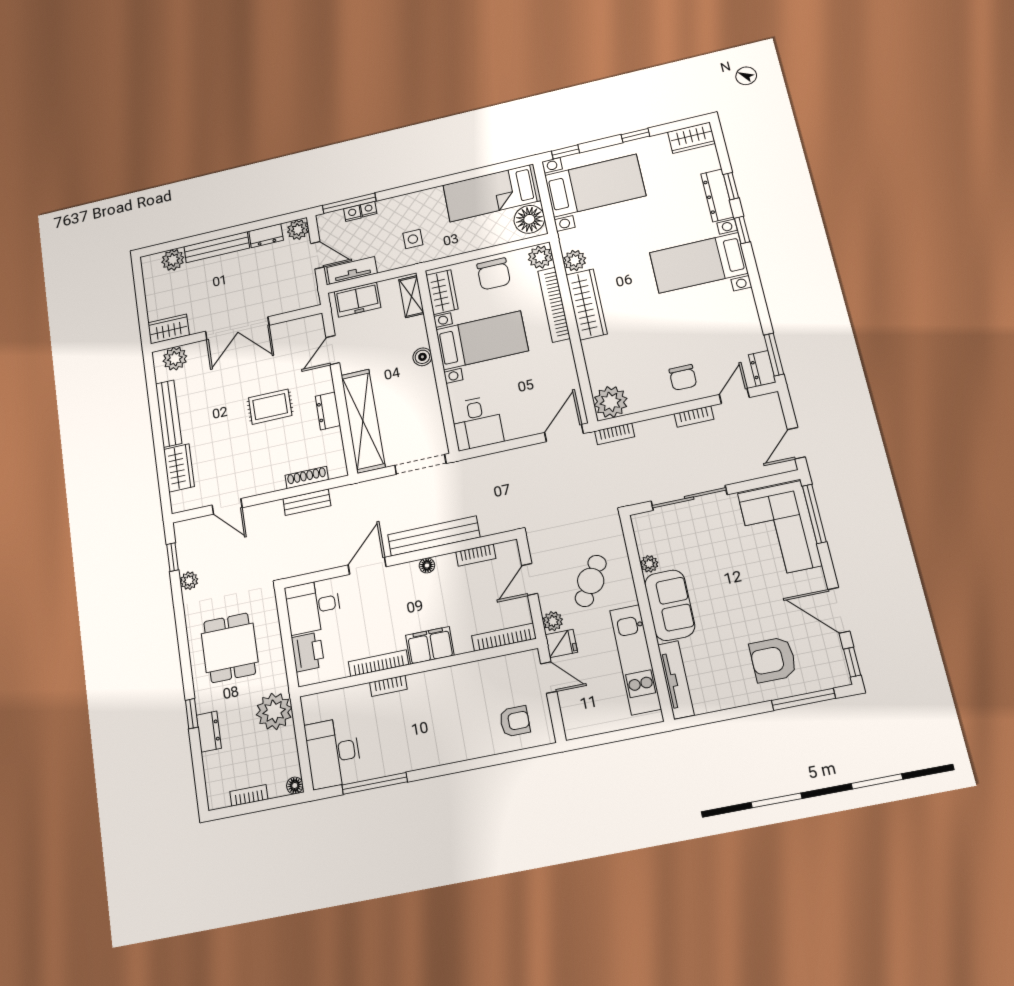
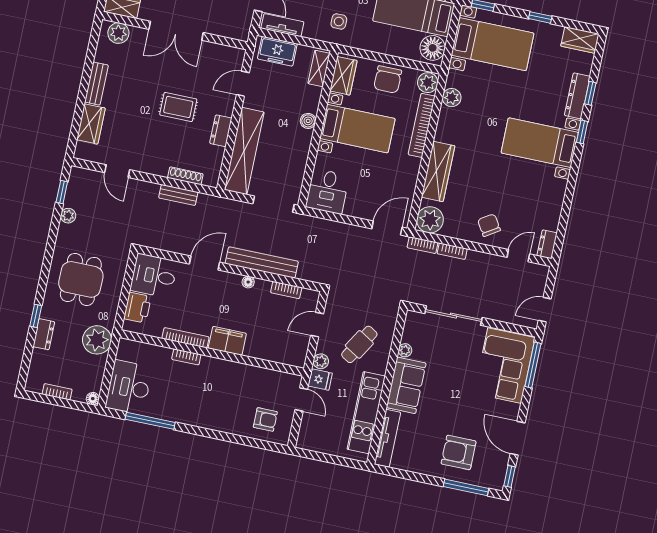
wardrobe: (587, 304) -> (438, 171), moved
window: (774, 355) -> (560, 238), removed
chair: (683, 377) -> (489, 225), turned 148
bench: (169, 413) -> (96, 84), width x0.73
bookcase: (694, 416) -> (452, 251), moved
bookcase: (504, 637) -> (282, 358), removed

